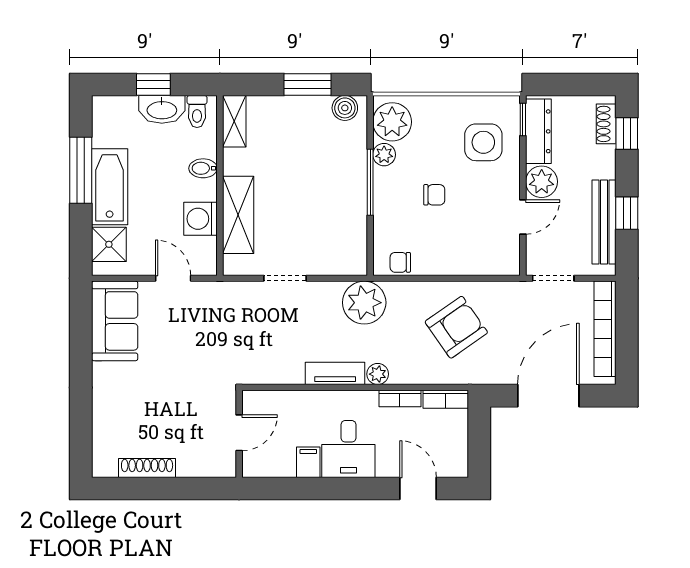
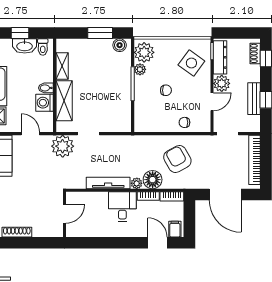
shelving: (234, 121) -> (62, 66), moved
side table: (483, 142) -> (191, 63), turned 36
bidet: (203, 168) -> (46, 88), moved
bench: (604, 222) -> (254, 99), width x0.73
chair: (400, 262) -> (184, 122), moved
plant: (364, 303) -> (63, 146), moved
armchair: (456, 327) -> (177, 159), turned -84
floor lamp: (408, 367) -> (153, 180), added
tv unit: (335, 373) -> (108, 183), width x1.41
door: (548, 396) -> (225, 195), swing flipped
desk: (348, 449) -> (122, 207), moved, turned 180
filing cabinet: (308, 462) -> (175, 229), moved

